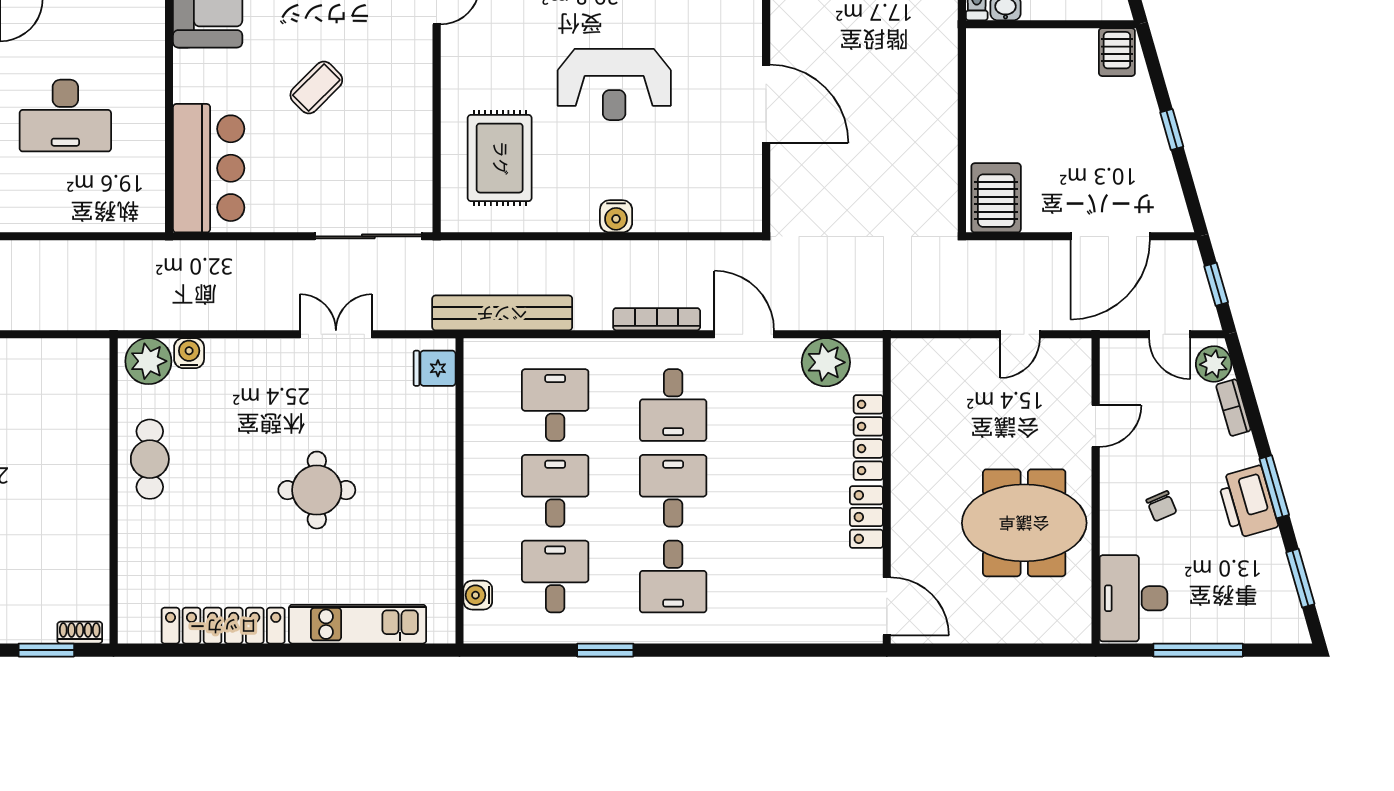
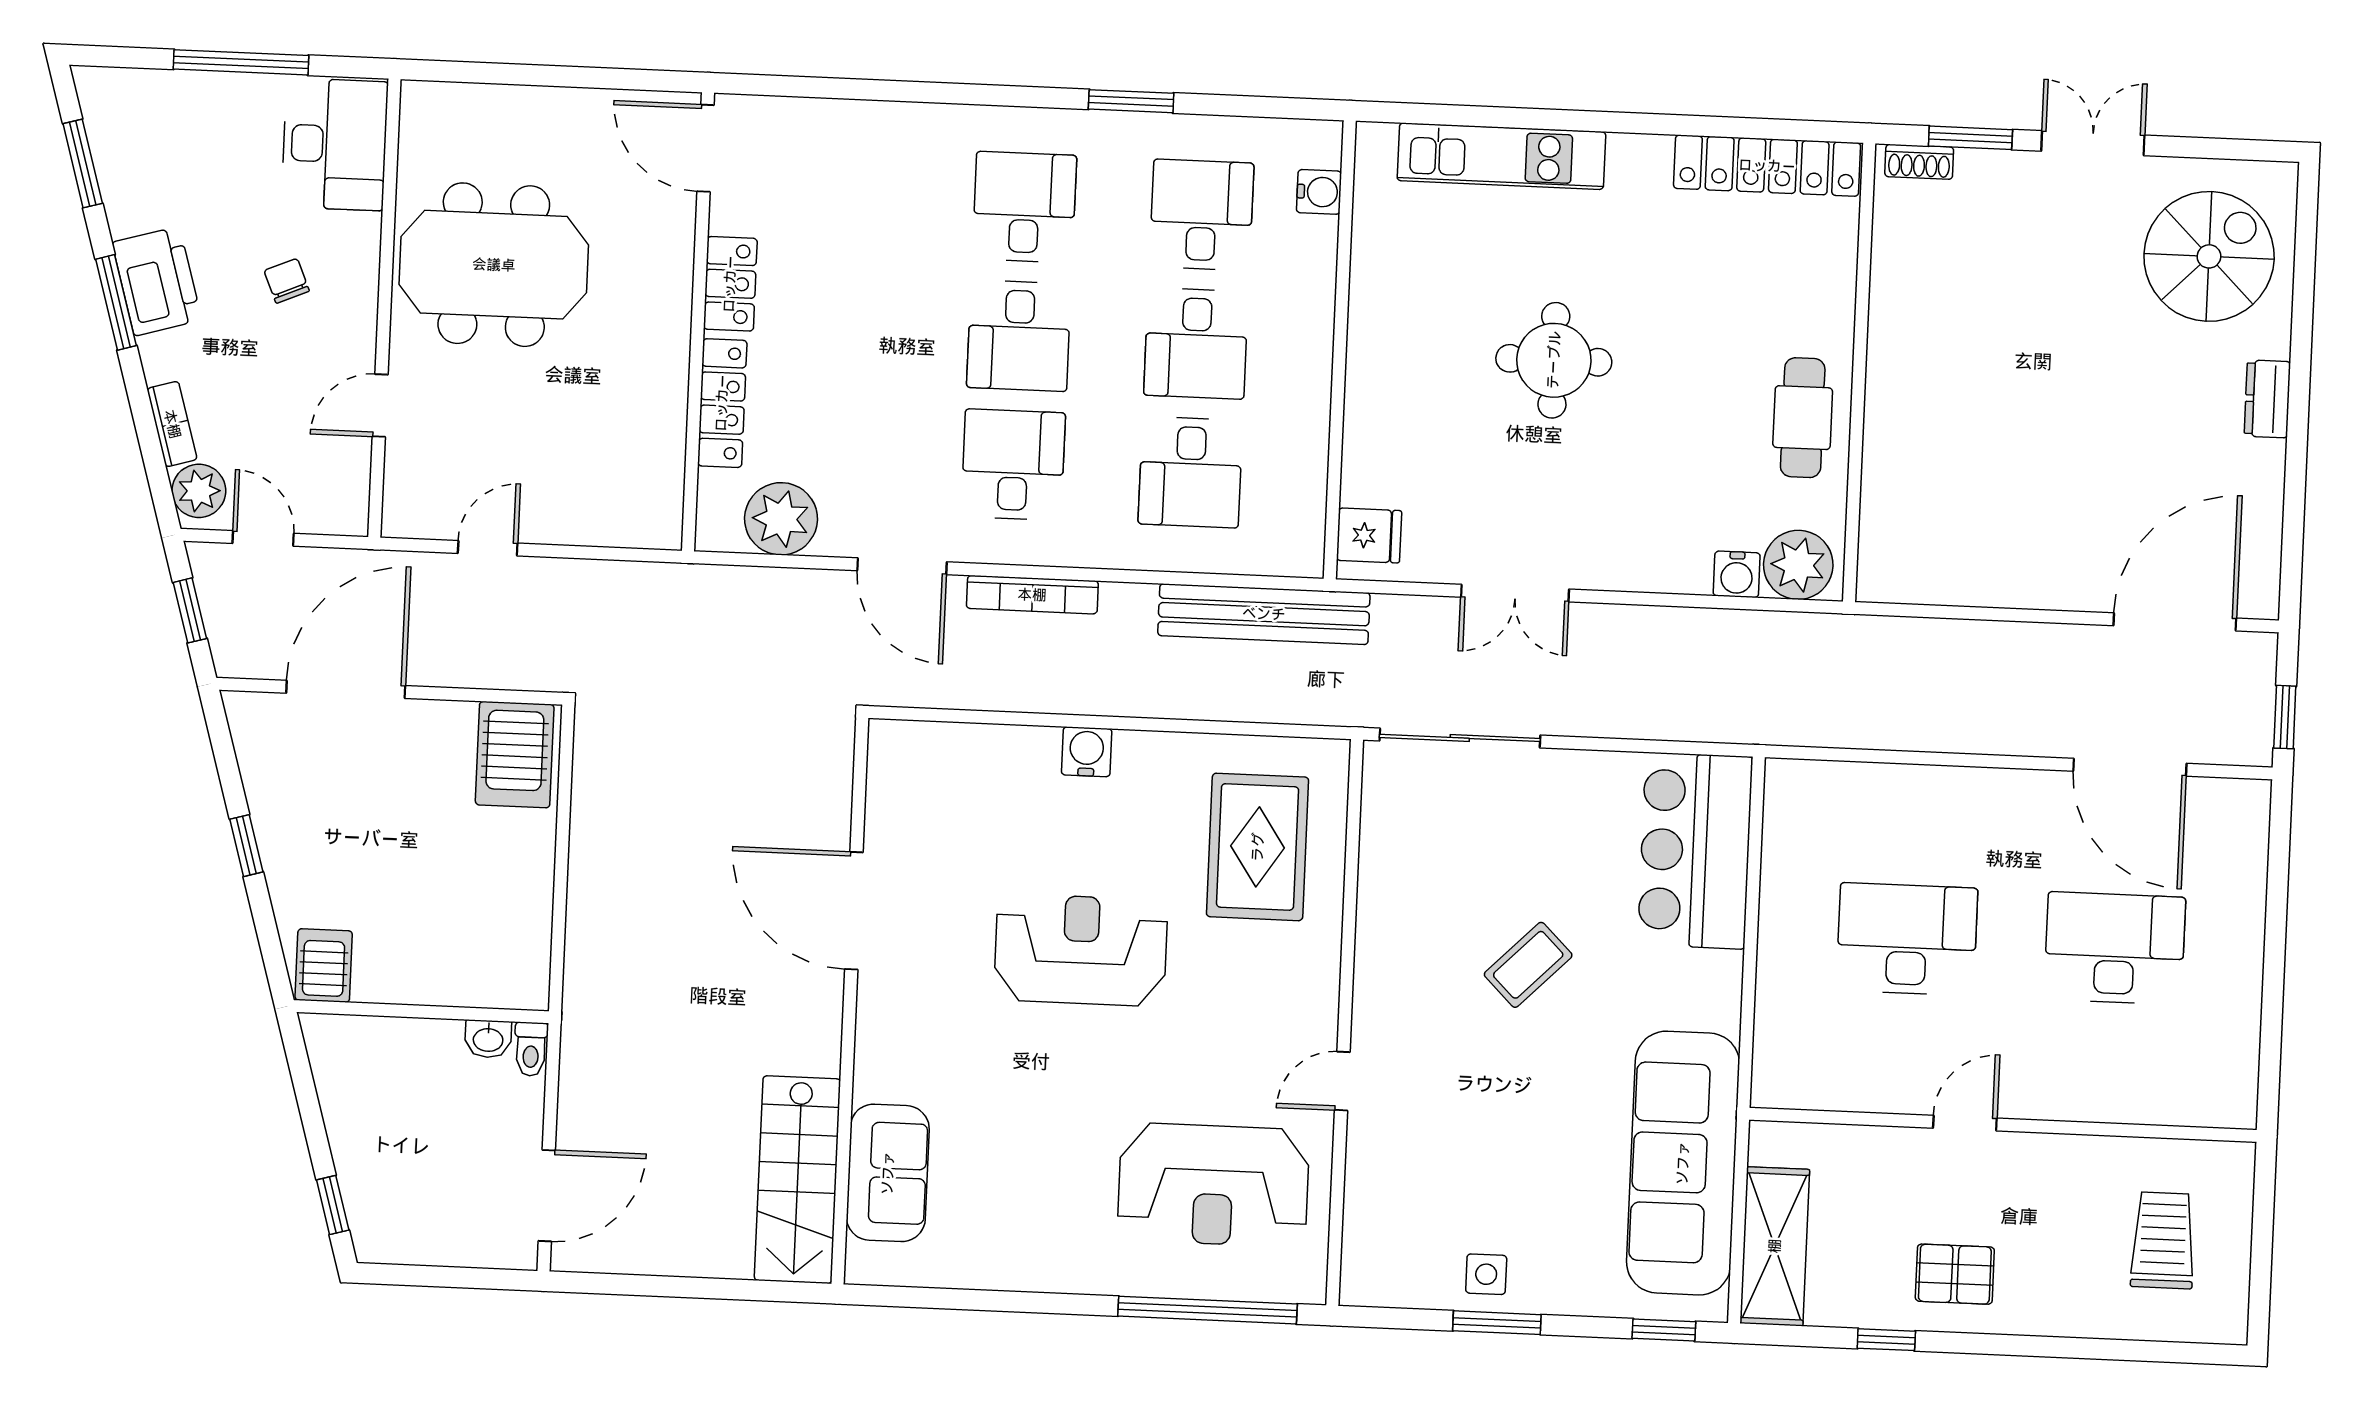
desk: (555, 577) -> (1202, 215), turned 180
locker: (223, 626) -> (1767, 166), moved

